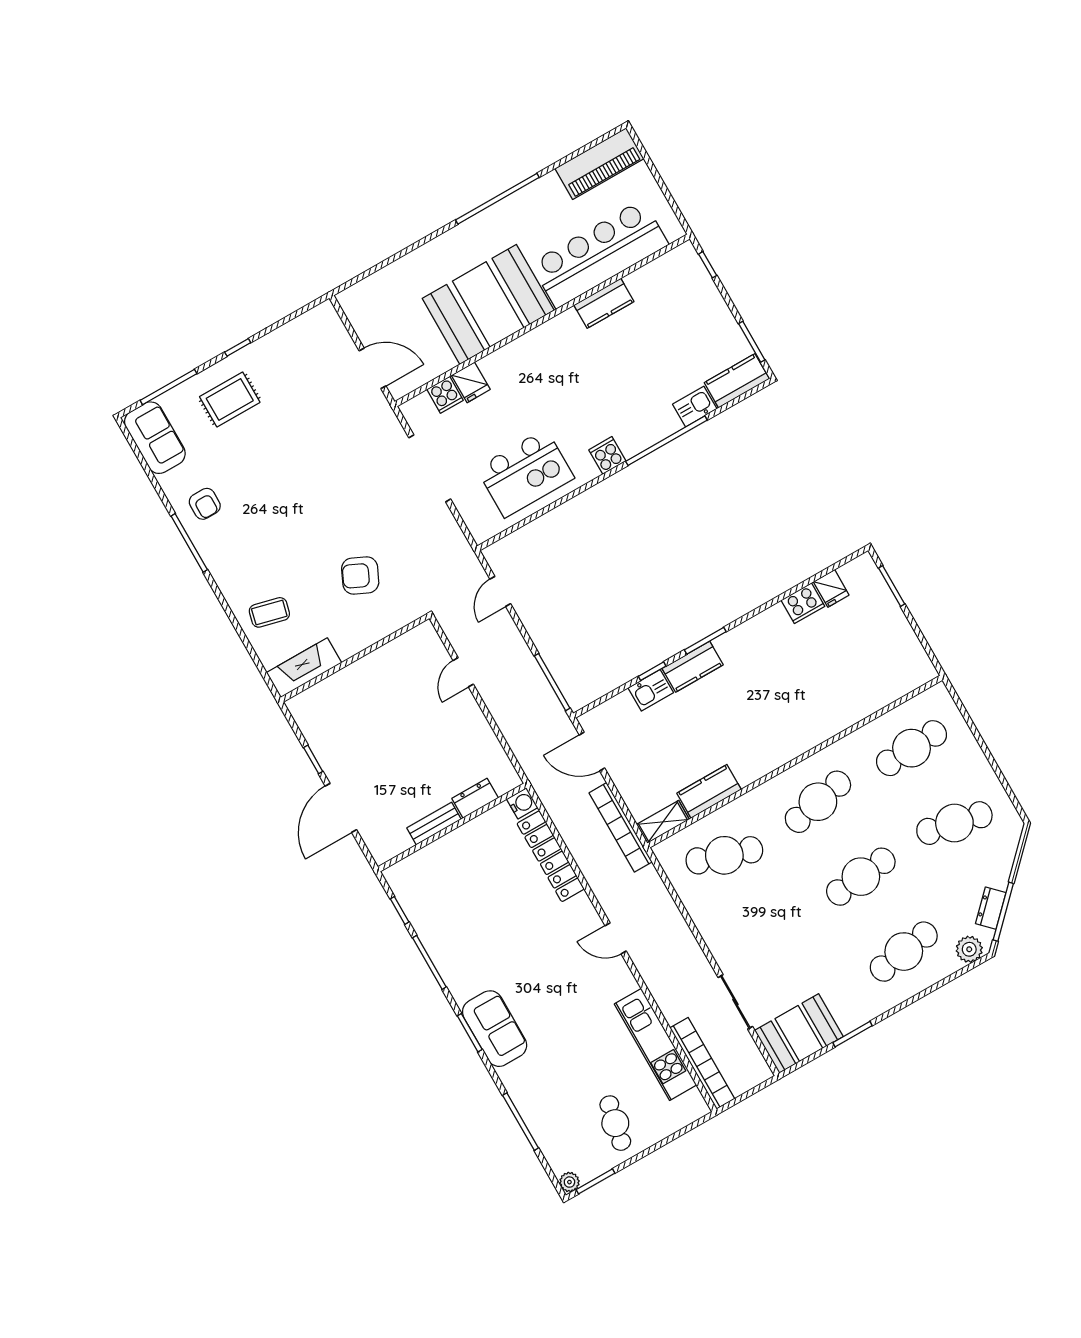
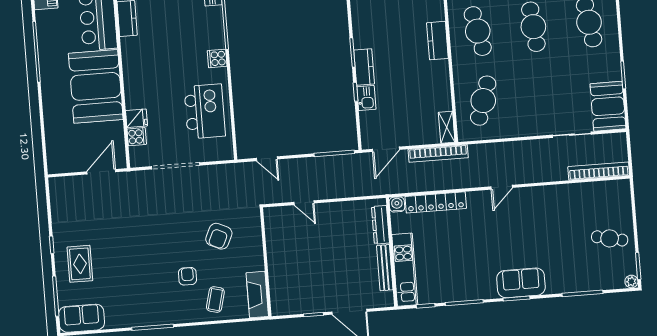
armchair: (205, 504) -> (188, 276), moved, turned -90
kitchen counter: (709, 791) -> (437, 41), moved
dresser: (475, 798) -> (380, 225), width x1.44
bench: (434, 824) -> (385, 268), width x1.36
kitchen unit: (656, 1044) -> (405, 270), moved, turned -90

